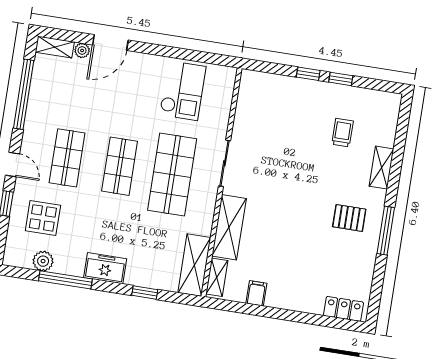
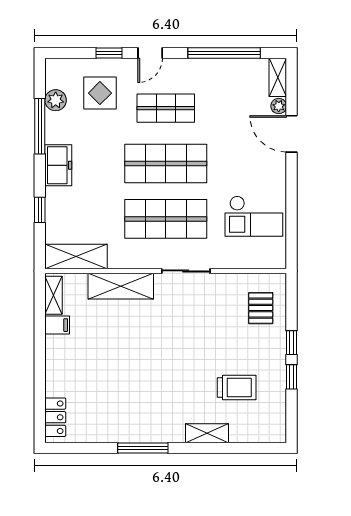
trolley: (343, 133) -> (237, 388), width x1.36, depth x1.39
shop shelf: (120, 166) -> (166, 164), width x1.43, depth x1.36
pallet: (349, 218) -> (261, 308), moved
shelving: (217, 277) -> (54, 295), moved, turned 90

